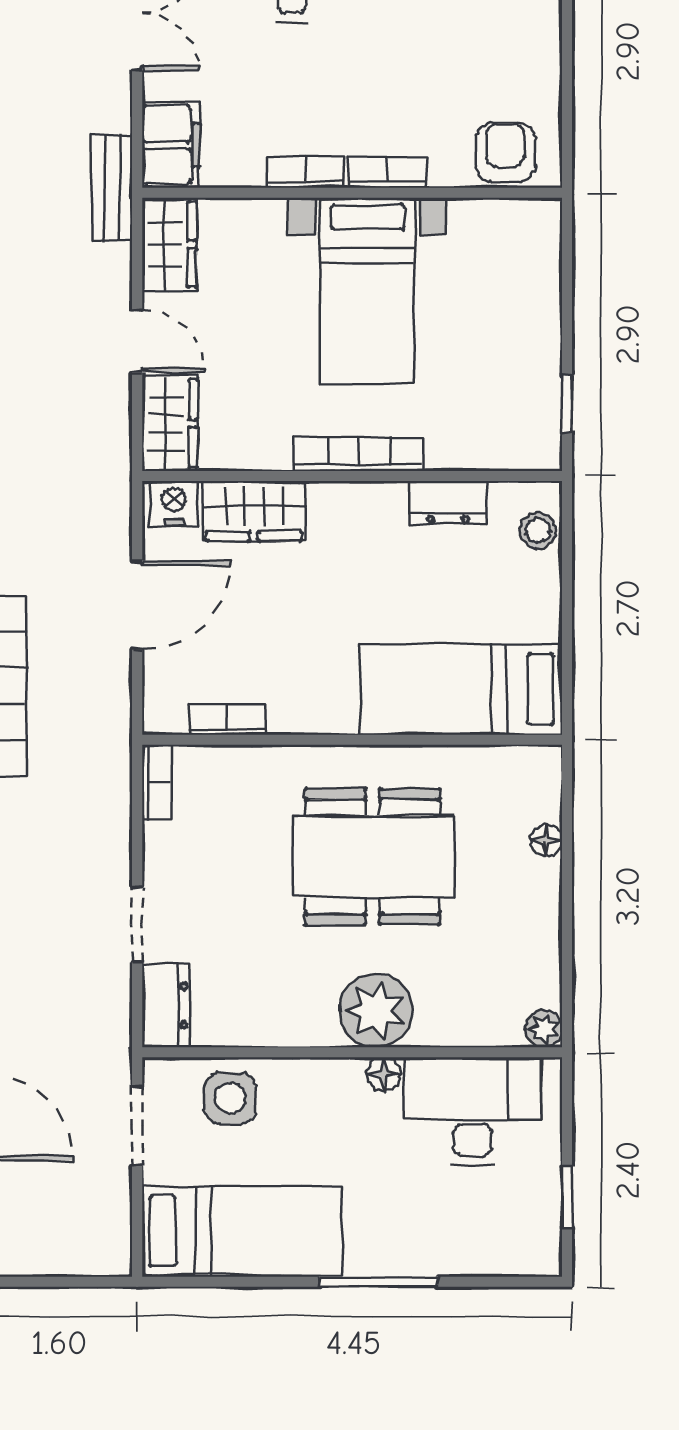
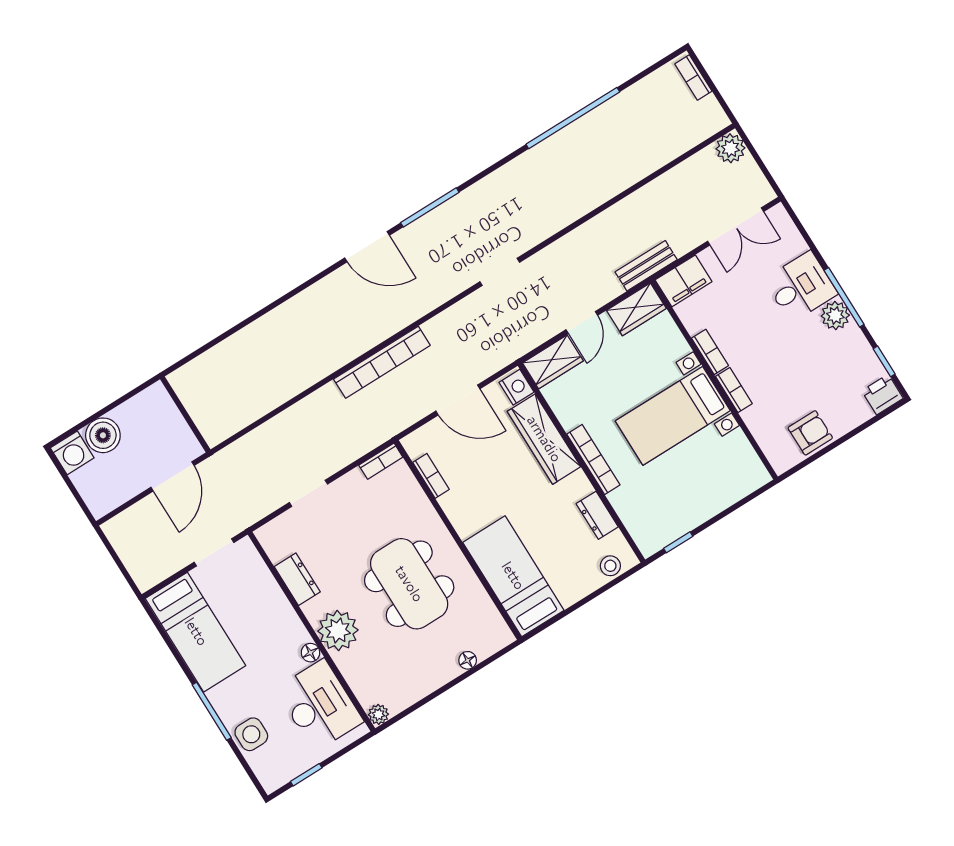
armchair: (506, 152) -> (810, 433), moved
wardrobe: (254, 511) -> (544, 439), width x1.50
dresser: (165, 1006) -> (297, 579), moved, turned -90
side table: (230, 1098) -> (251, 734), moved

